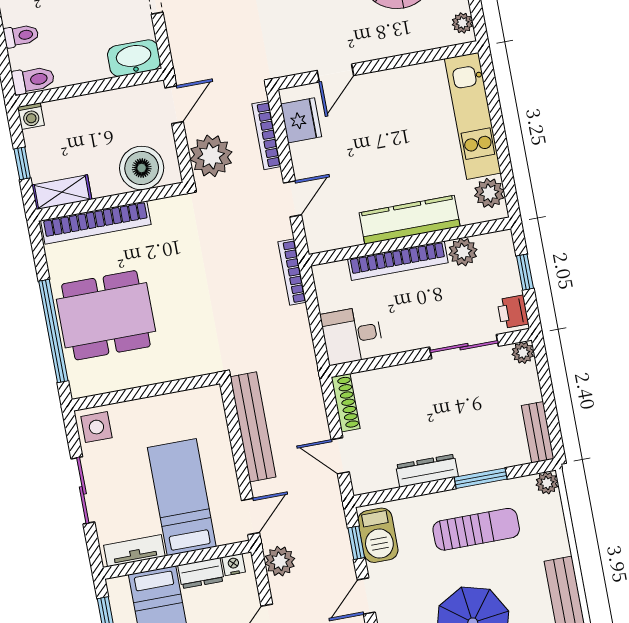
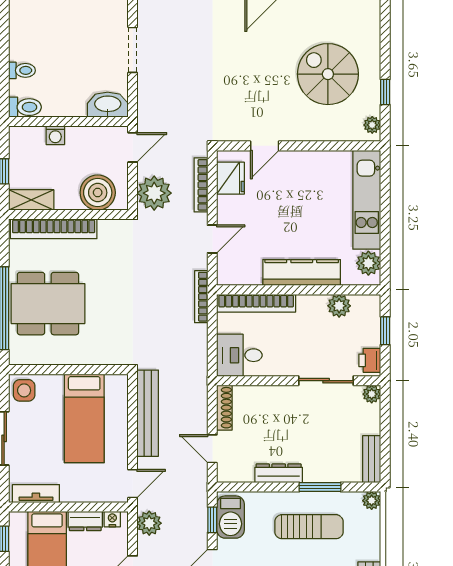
washing machine: (31, 116) -> (55, 135), moved
bookcase: (398, 261) -> (256, 303), moved
bed: (182, 497) -> (84, 418), moved, turned 180

